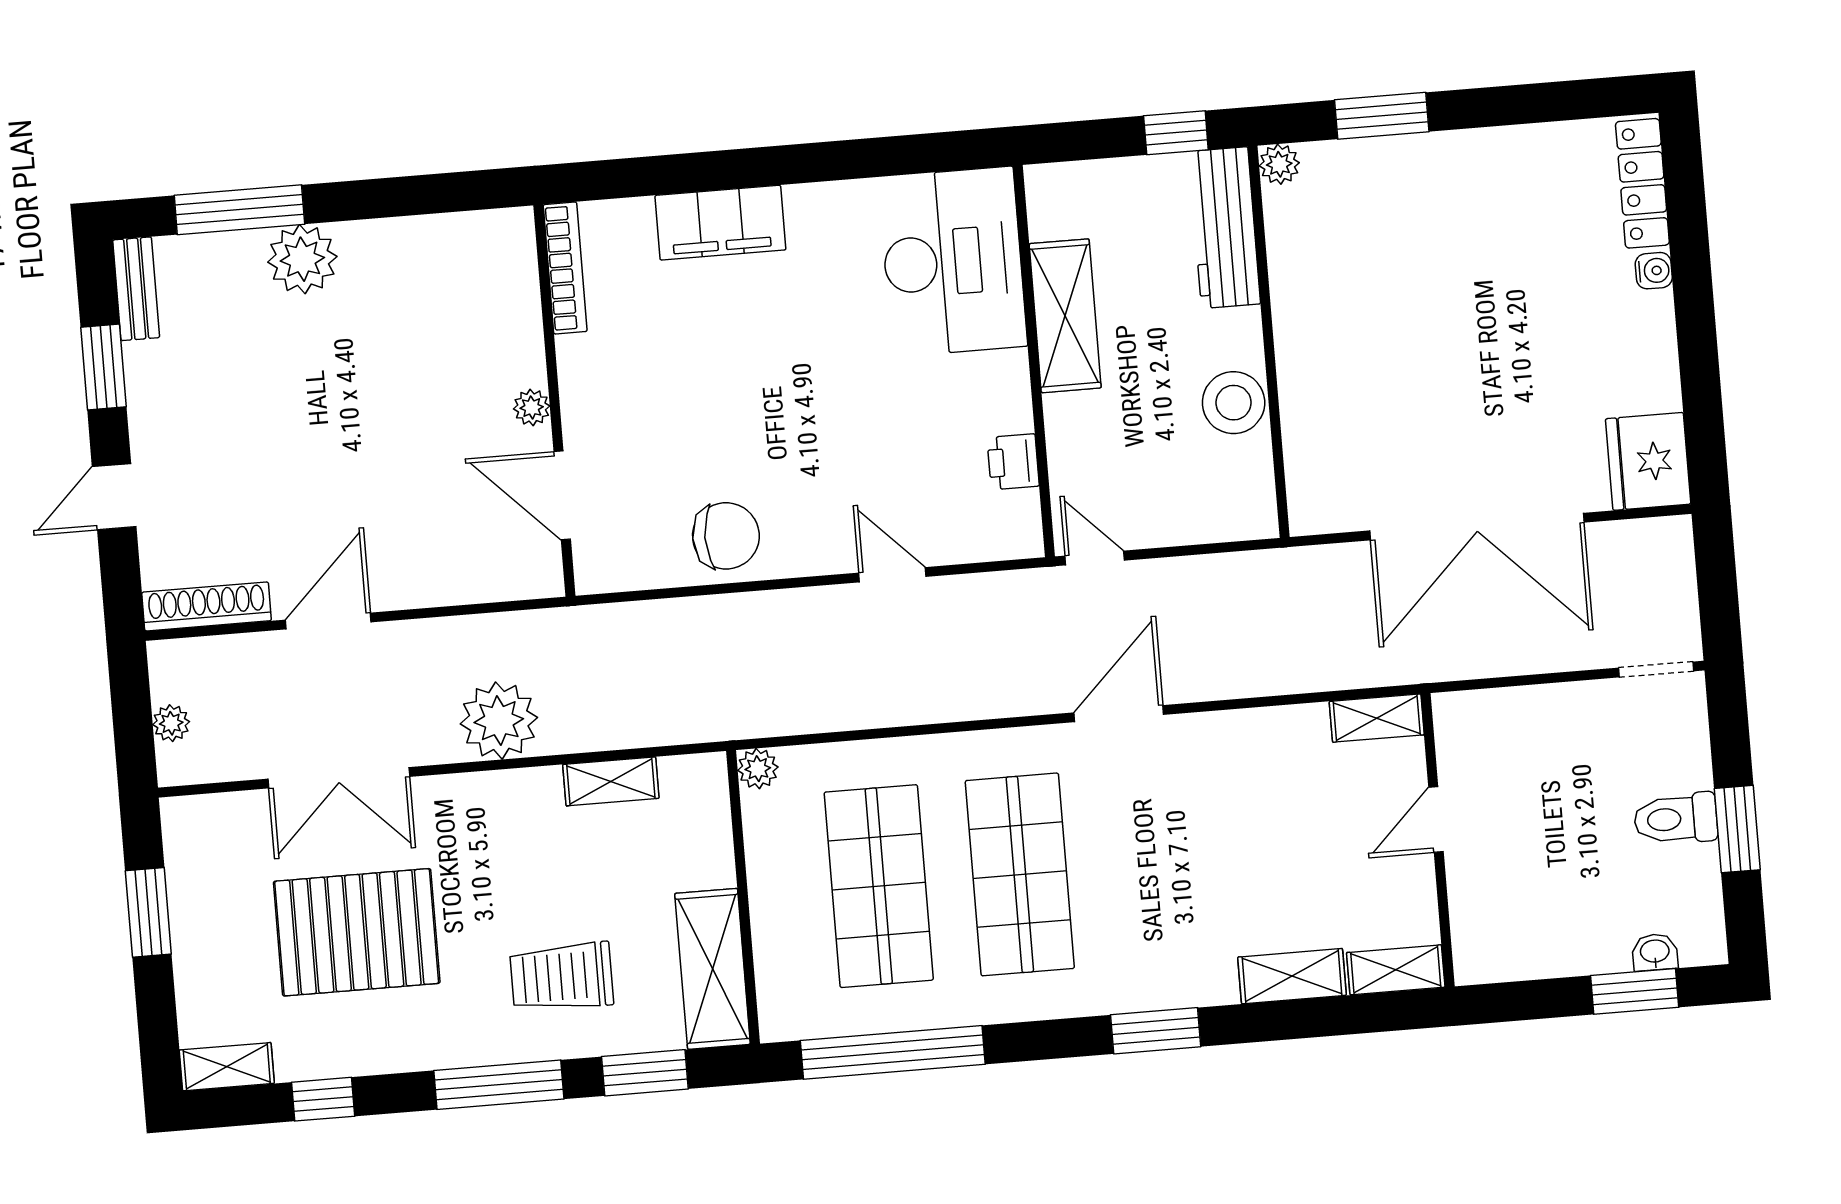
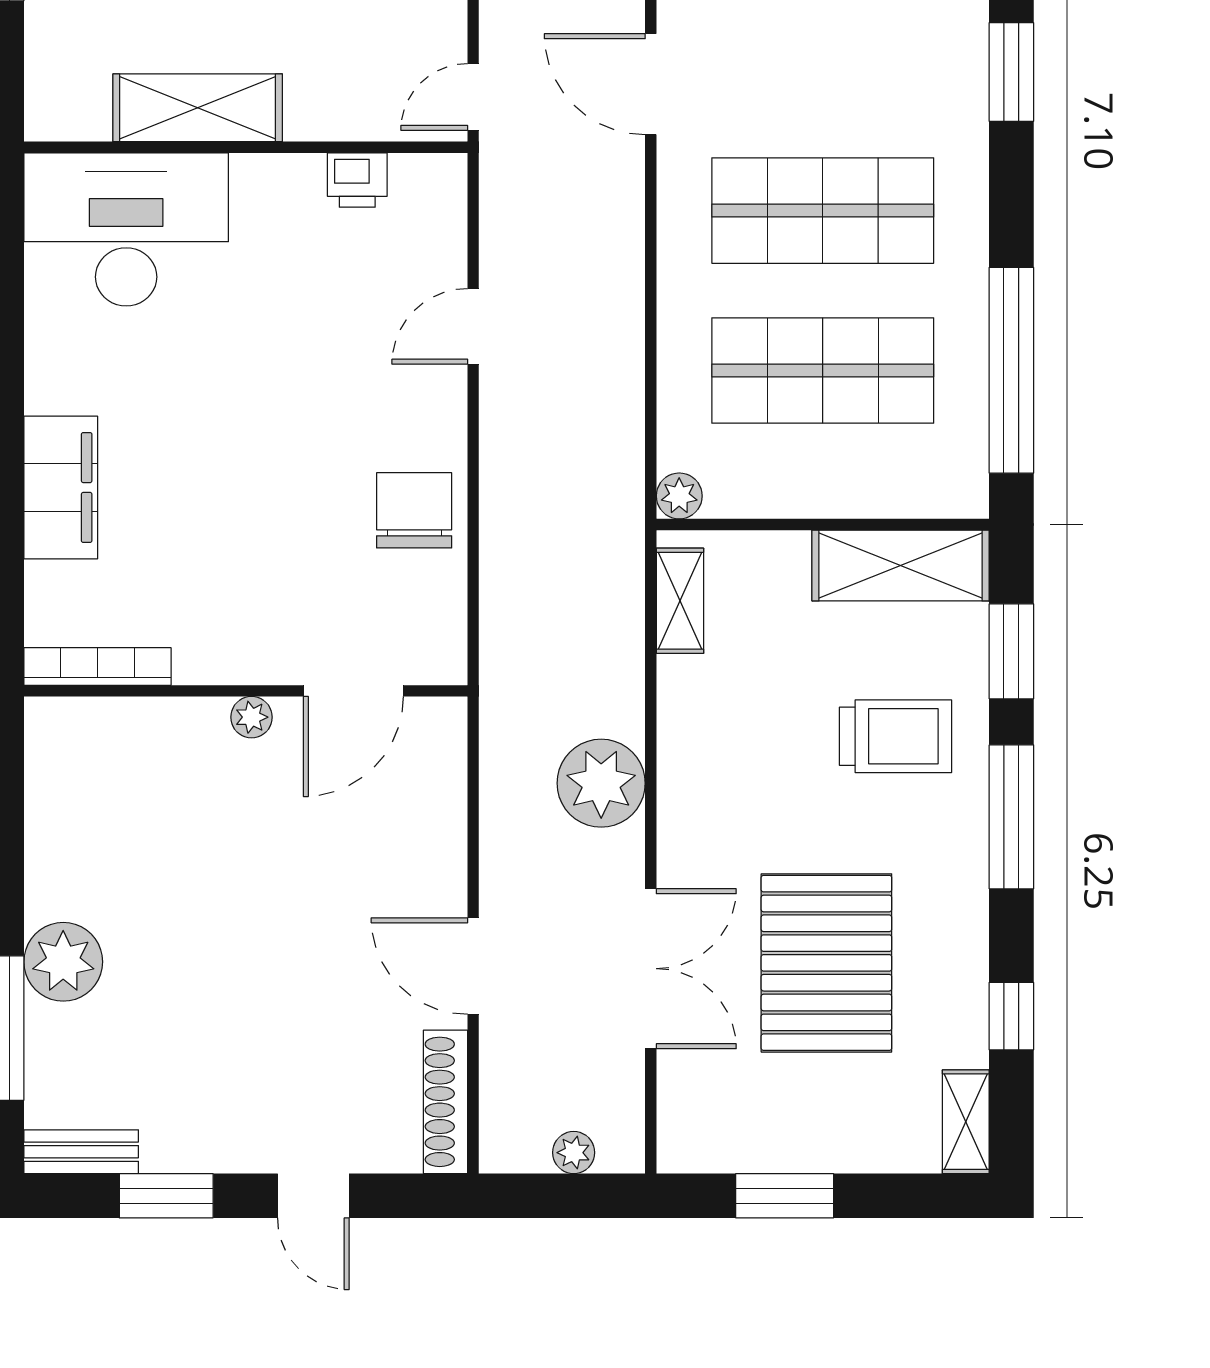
shelving: (611, 781) -> (680, 601), moved
trolley: (562, 977) -> (896, 736), turned -90

